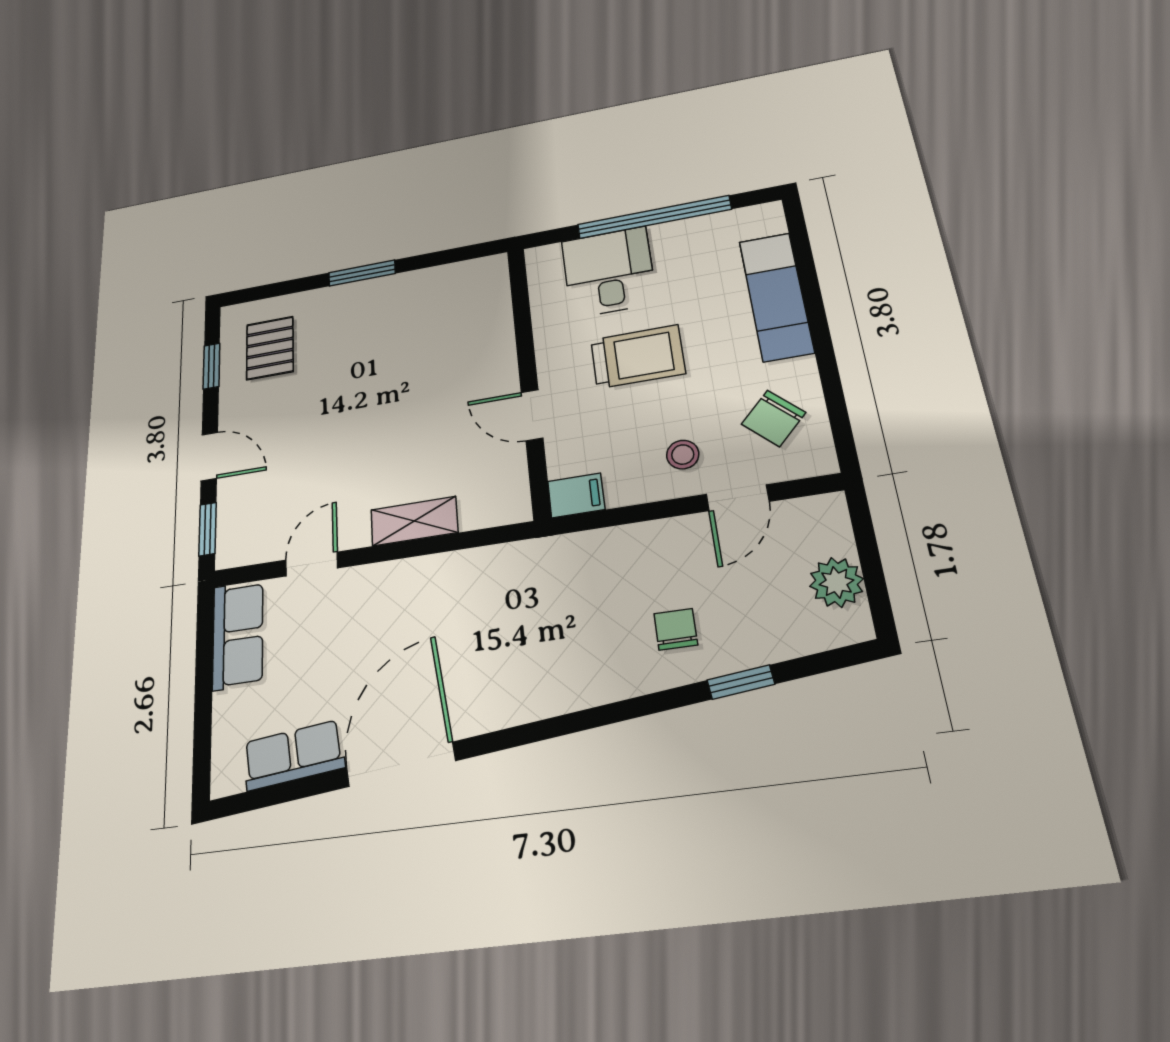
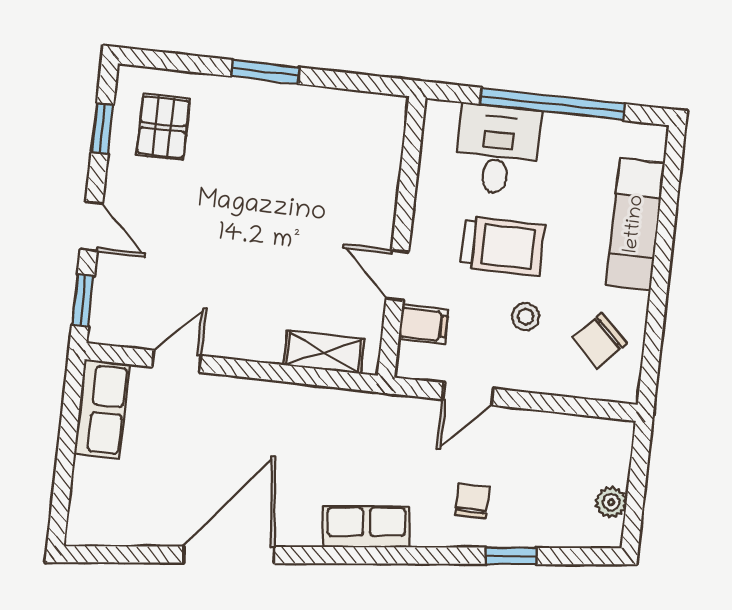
stool: (683, 455) -> (526, 317), moved
filing cabinet: (576, 495) -> (423, 324), moved
door: (737, 498) -> (468, 394), moved
shelving: (414, 521) -> (324, 352), moved
plant: (836, 582) -> (611, 502), width x0.73, depth x0.73
row of seats: (293, 755) -> (366, 527), moved

